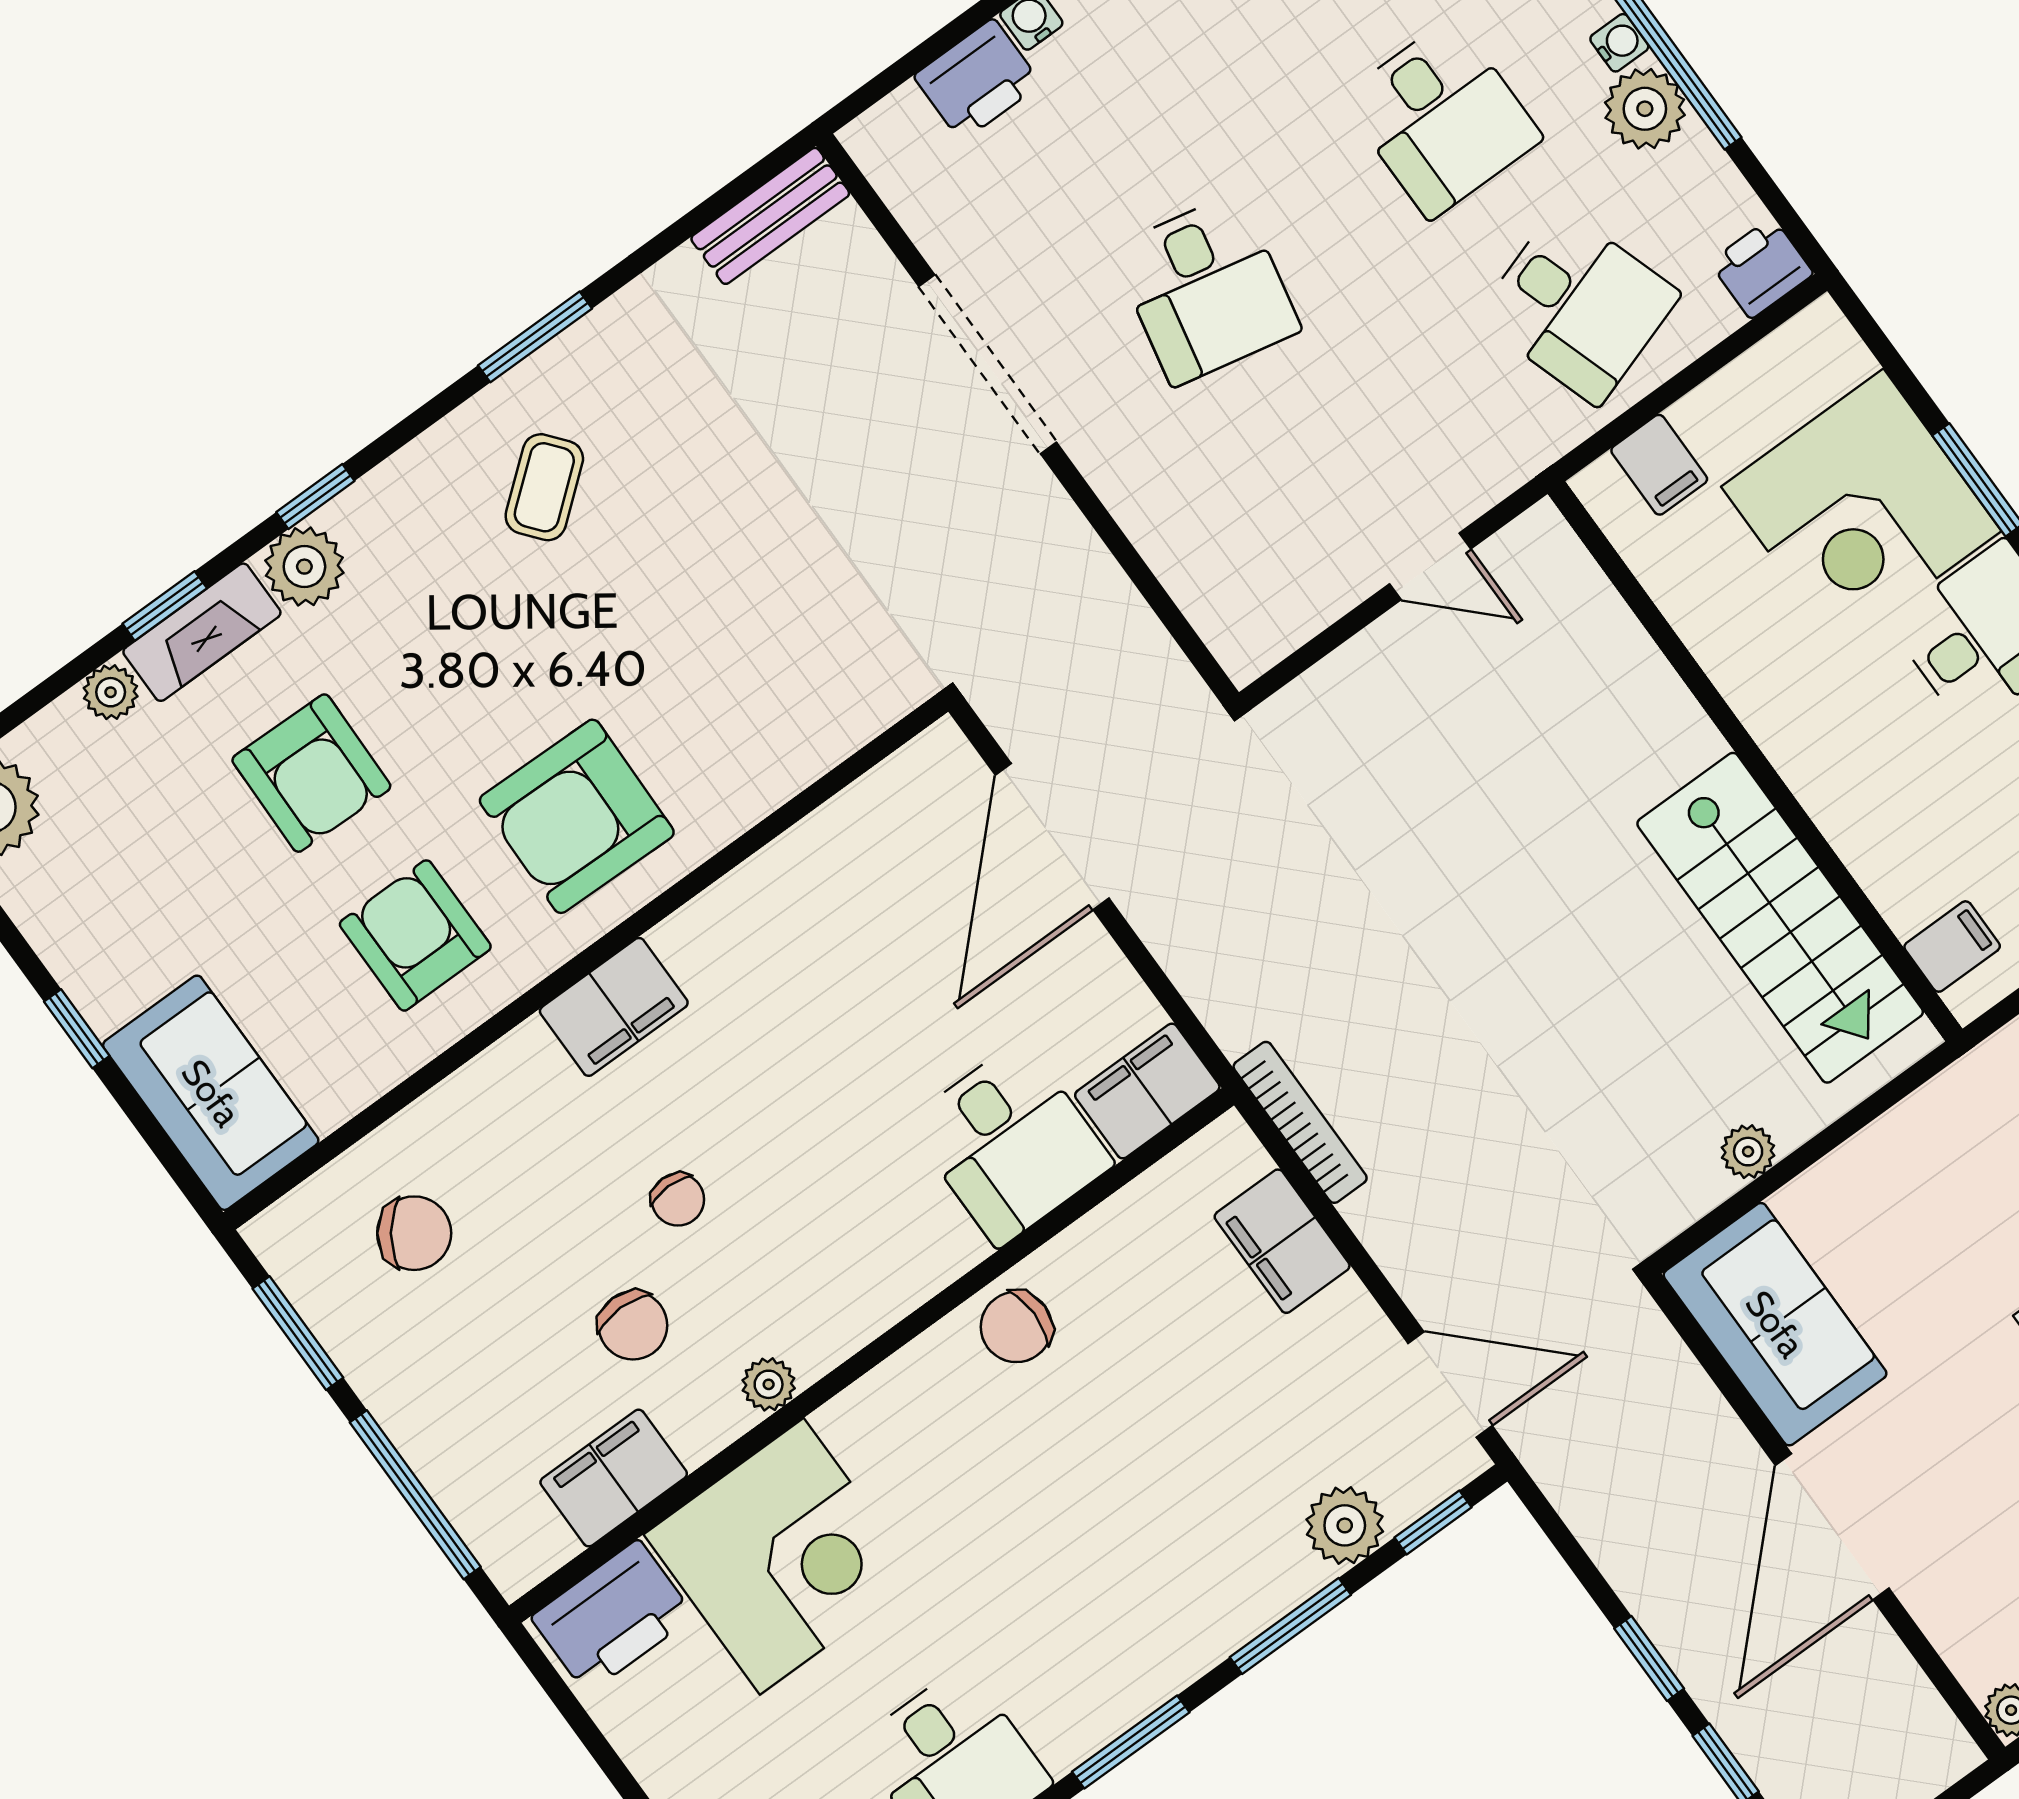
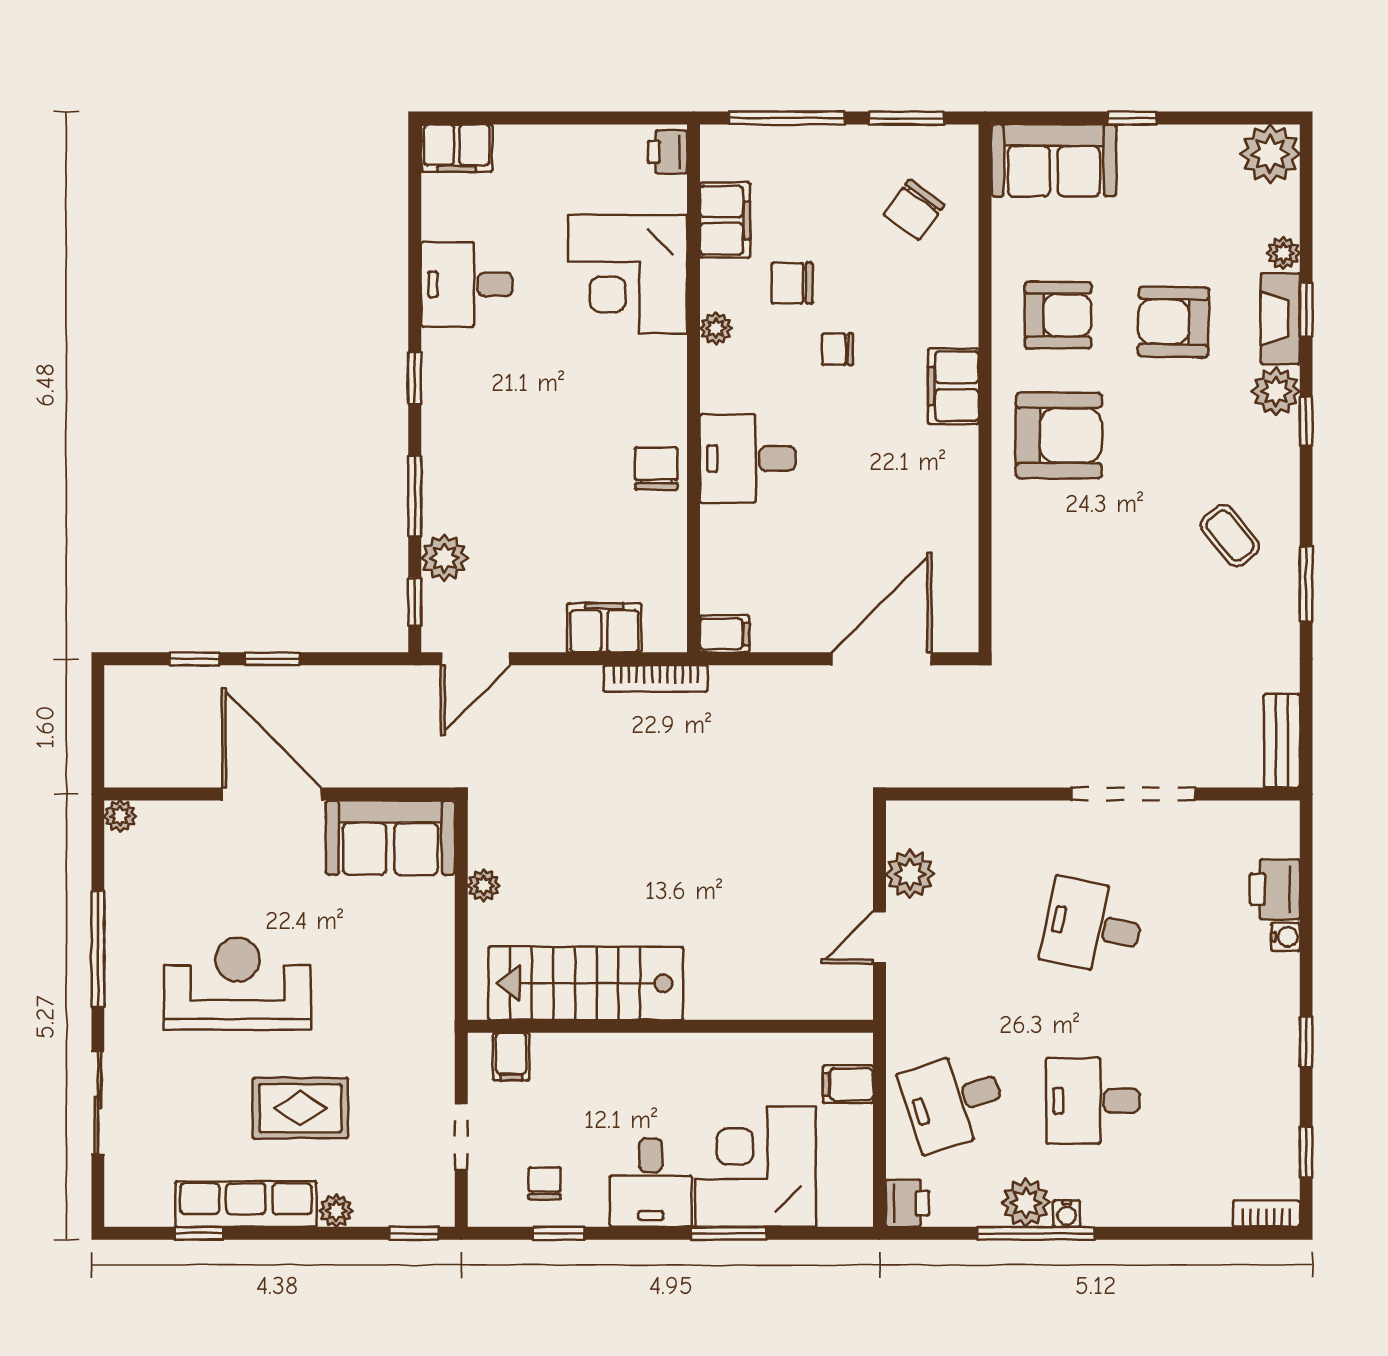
plant: (1315, 587) -> (910, 874), added
armchair: (577, 816) -> (1059, 435), turned 89
door: (1052, 837) -> (882, 659), hinge flipped
filing cabinet: (1147, 1091) -> (725, 634), width x0.50
desk: (1010, 1143) -> (748, 459), moved
printer: (613, 1617) -> (668, 152), width x0.53, depth x0.68
window: (1131, 1742) -> (415, 378), width x0.67

